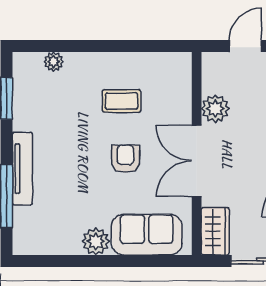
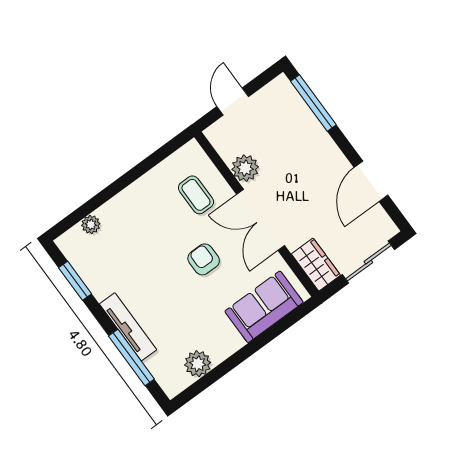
coffee table: (122, 101) -> (196, 195), moved, turned 90
plant: (96, 241) -> (198, 364), moved

